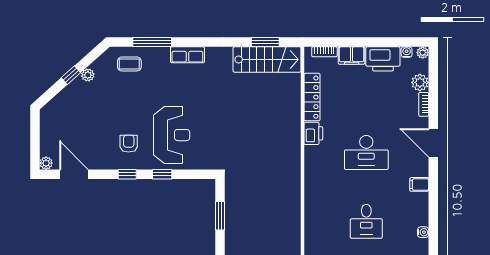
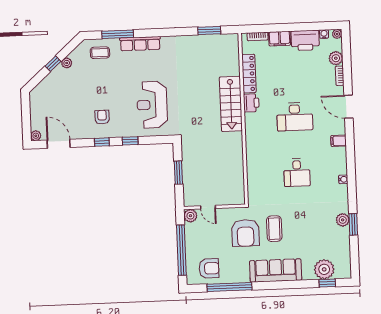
row of seats: (187, 55) -> (140, 44), width x1.48
stairs: (267, 59) -> (231, 104), moved, turned 90
reception desk: (172, 135) -> (152, 105), moved, turned 180

